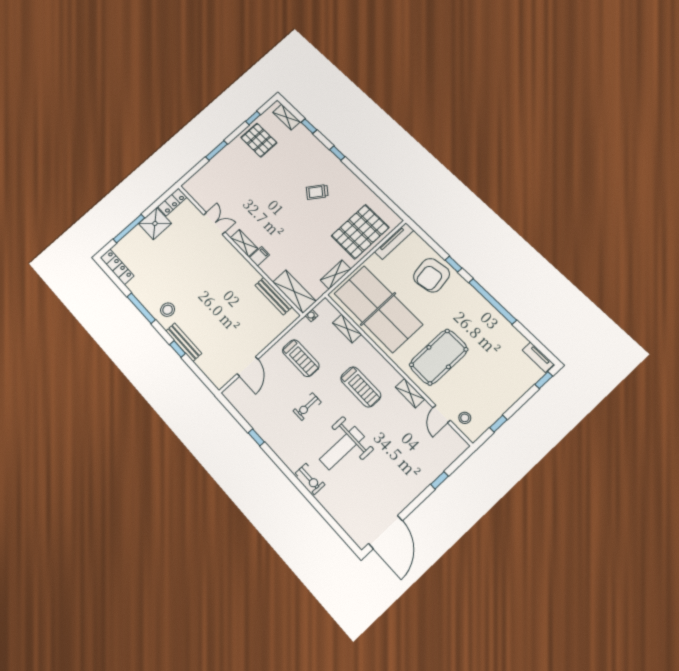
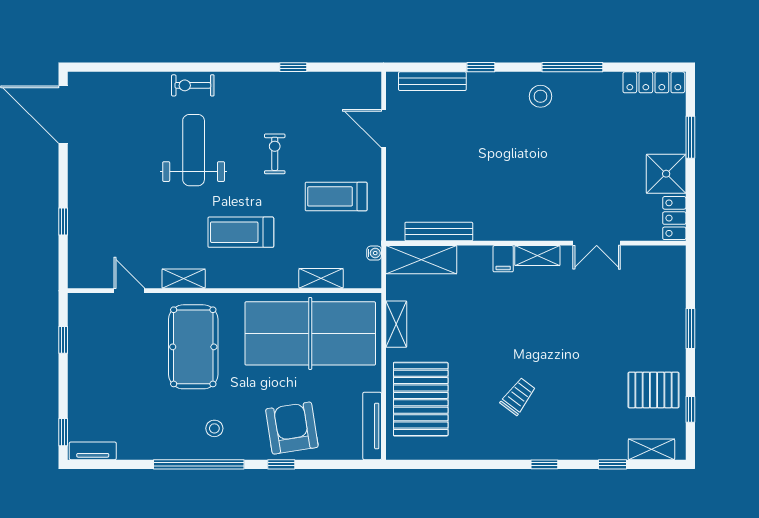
window: (129, 229) -> (690, 137), width x0.69
bench: (184, 342) -> (432, 81), moved
stool: (465, 418) -> (214, 428), moved

